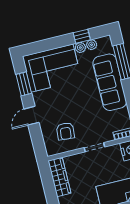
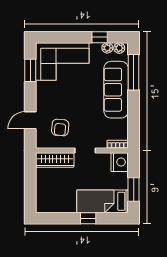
plant: (80, 48) -> (119, 48), moved
door: (32, 116) -> (30, 120), moved
wardrobe: (59, 177) -> (55, 160), moved, turned 90

